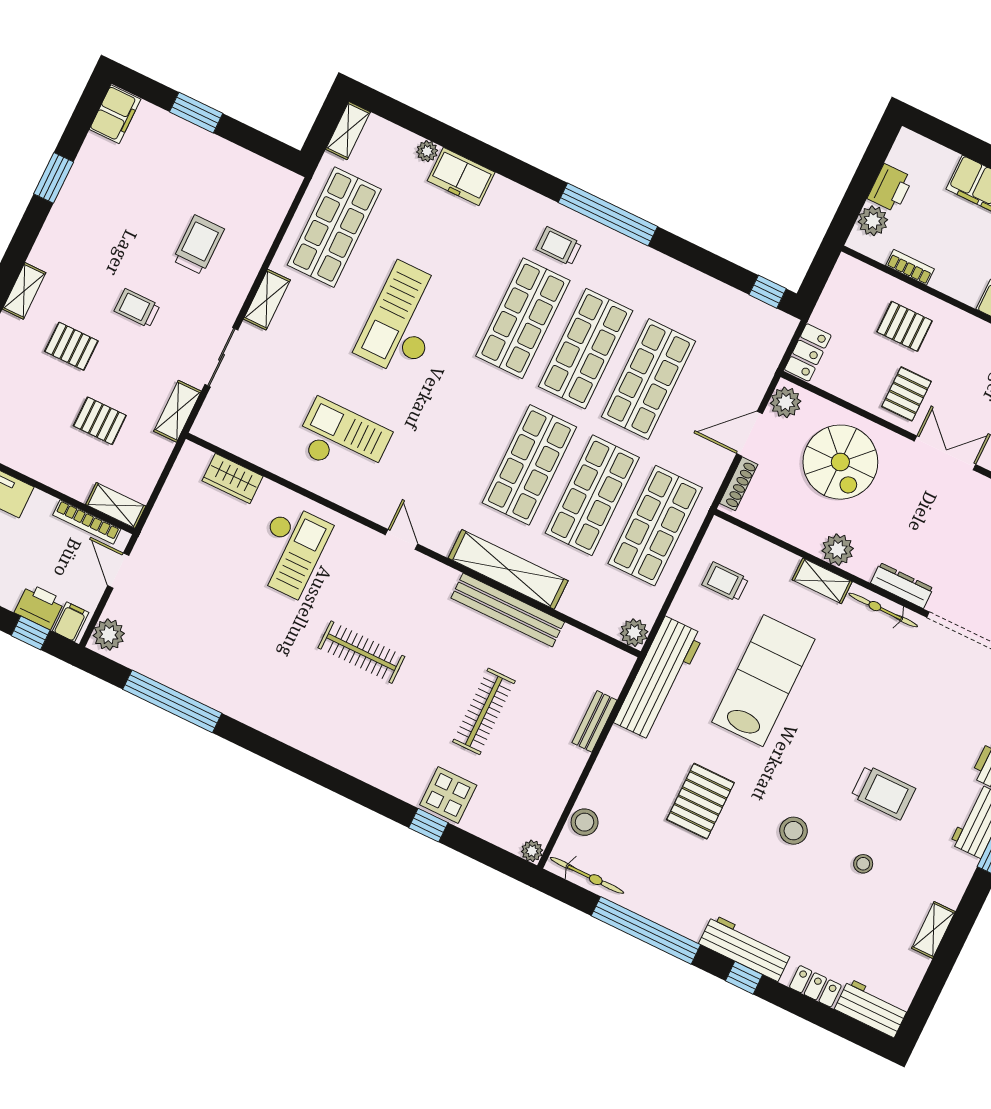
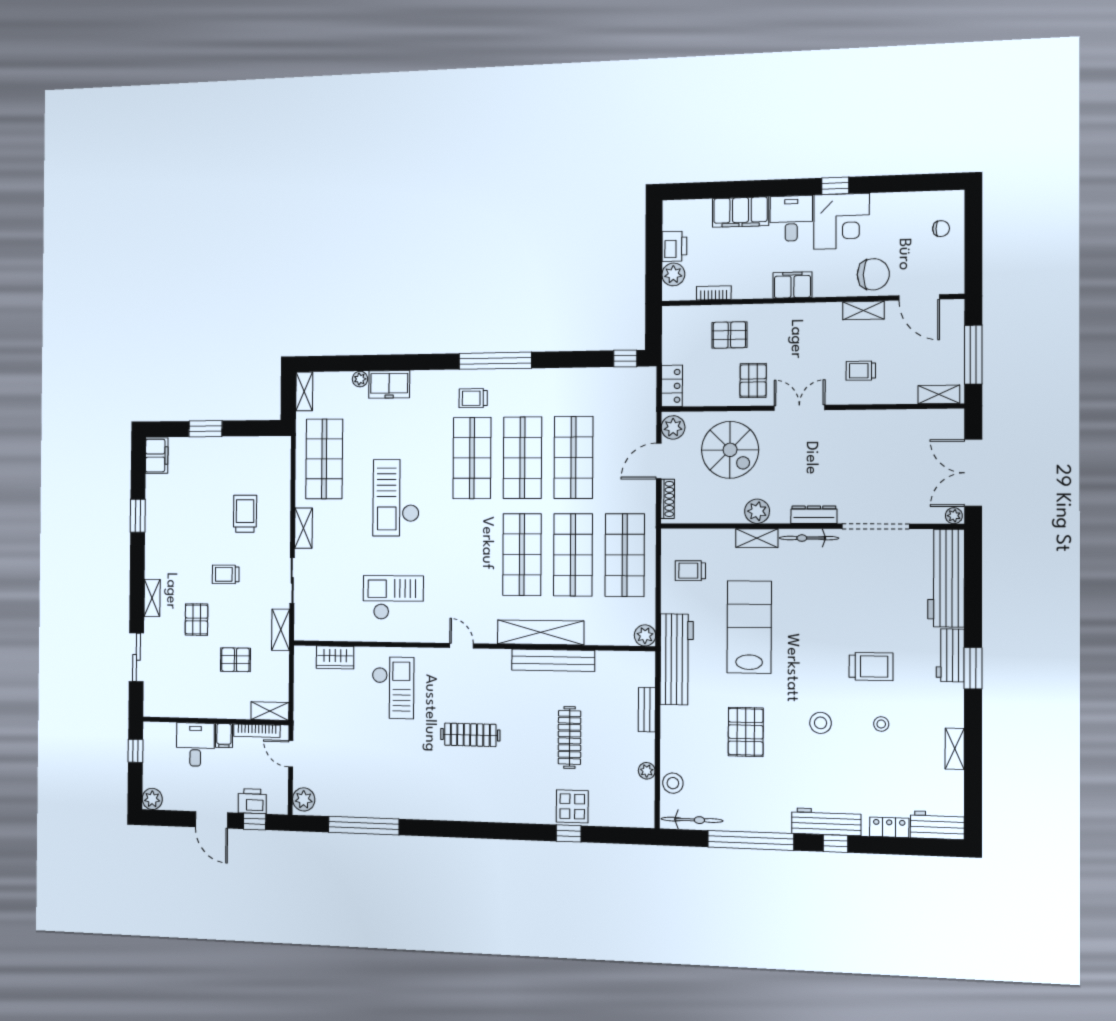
pallet: (71, 346) -> (196, 619), turned 90
filing cabinet: (71, 622) -> (224, 736), moved, turned 180
plant: (532, 851) -> (647, 771), moved

